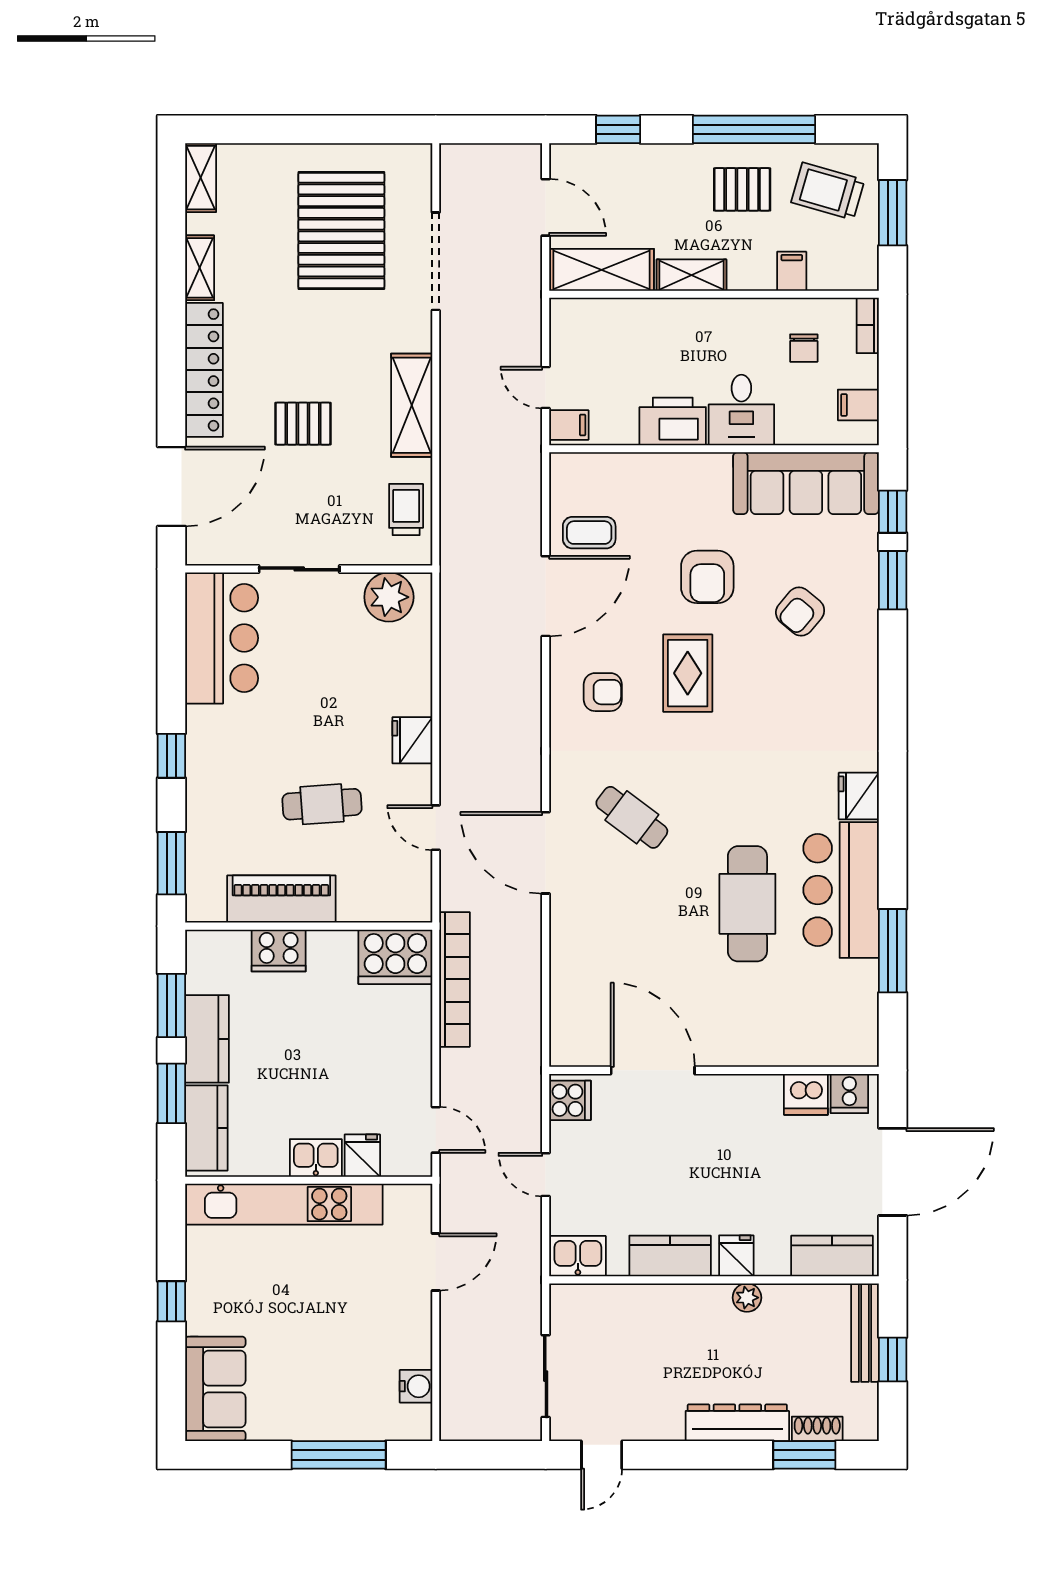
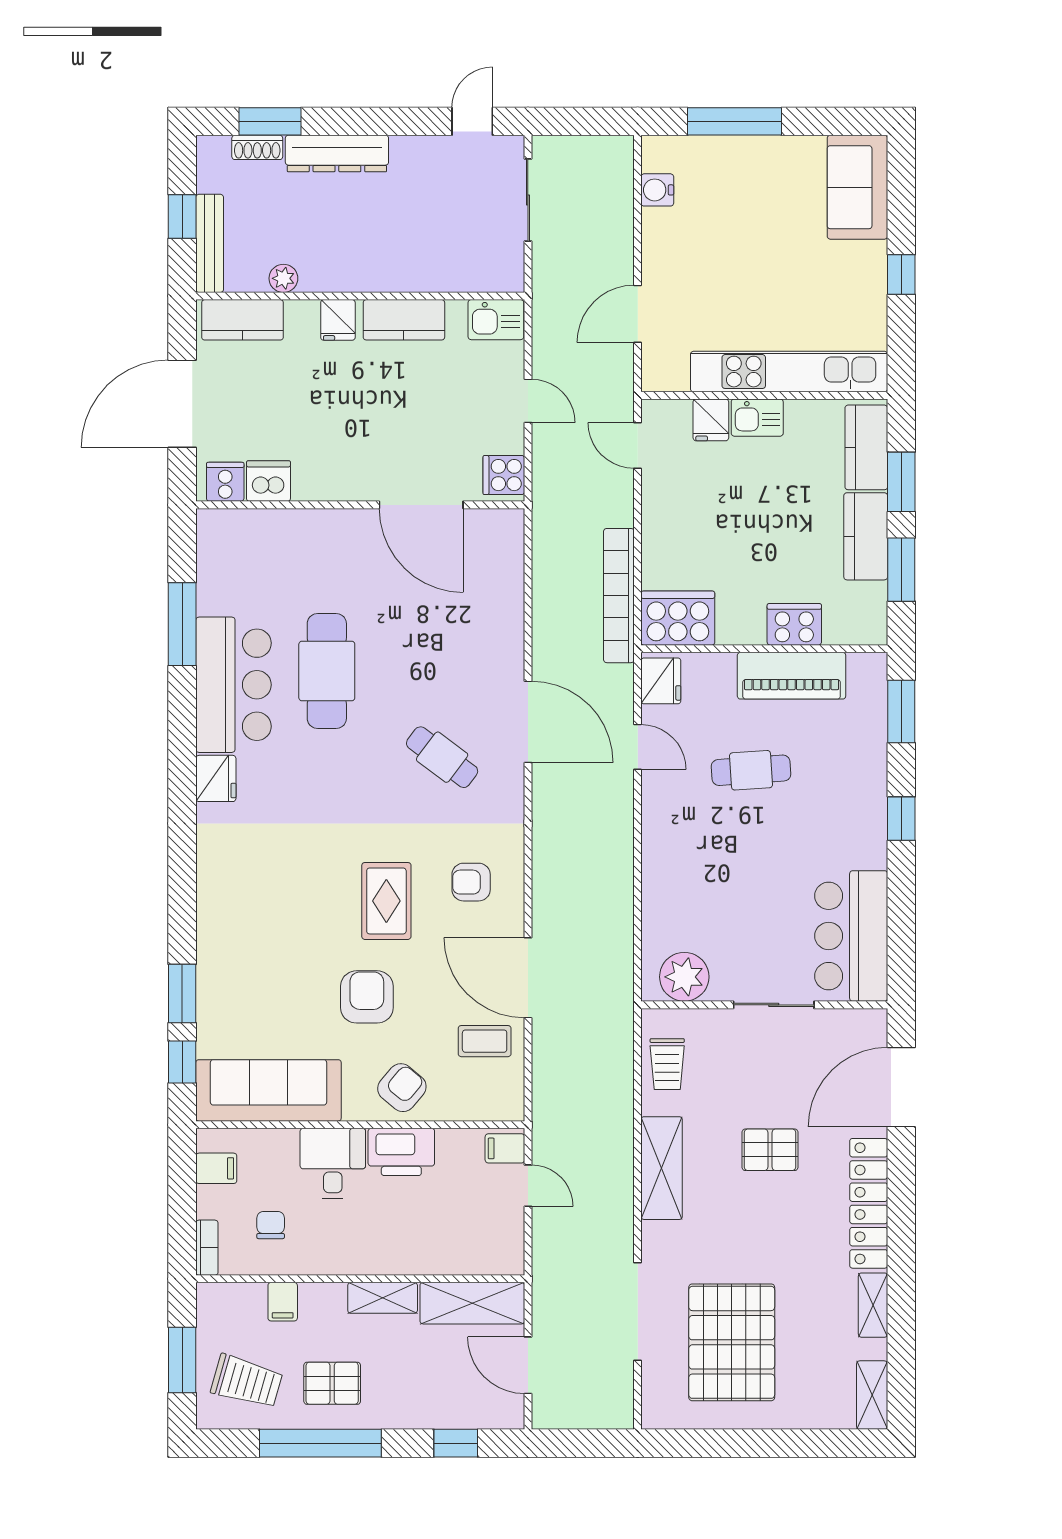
door: (546, 596) -> (528, 978), hinge flipped
armchair: (800, 612) -> (402, 1088), moved
fridge: (412, 740) -> (661, 681), moved
plant: (747, 1298) -> (283, 278), moved

